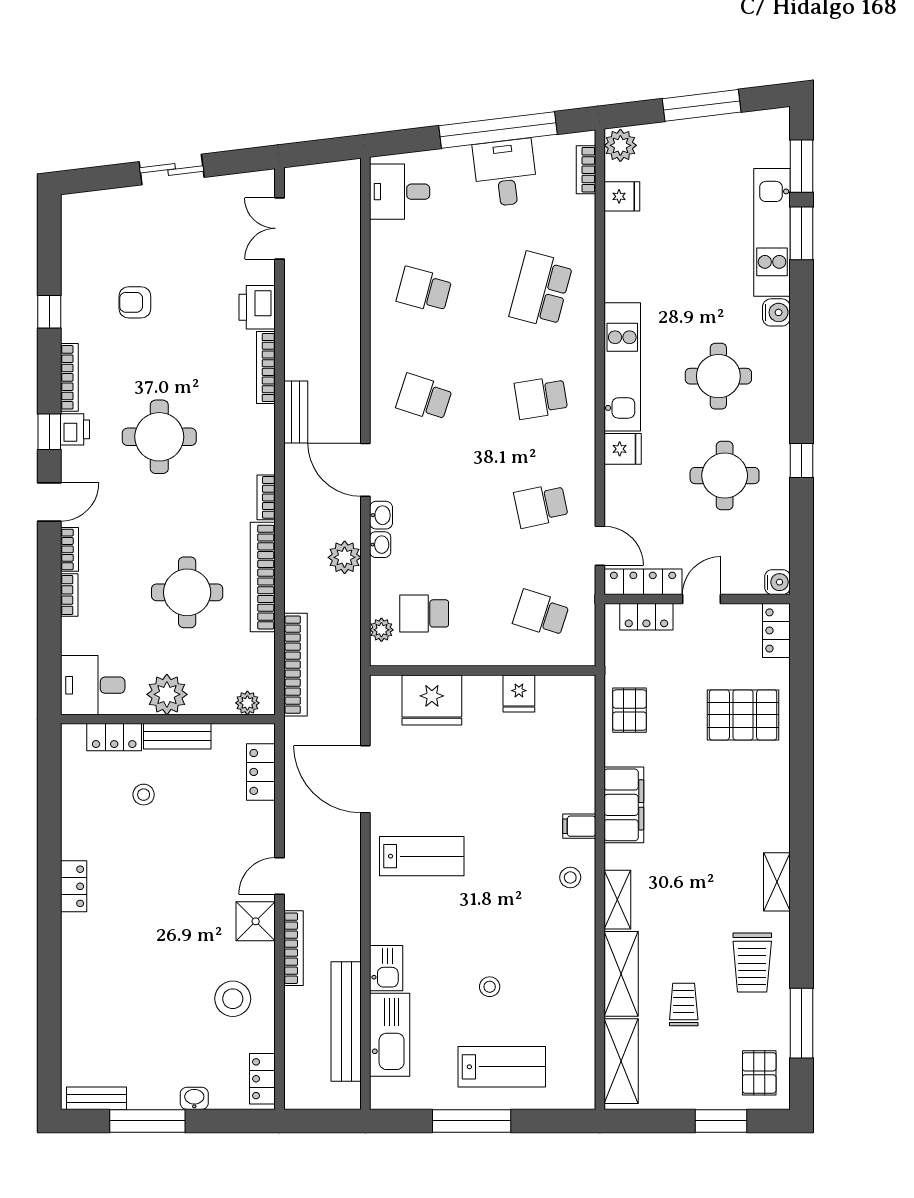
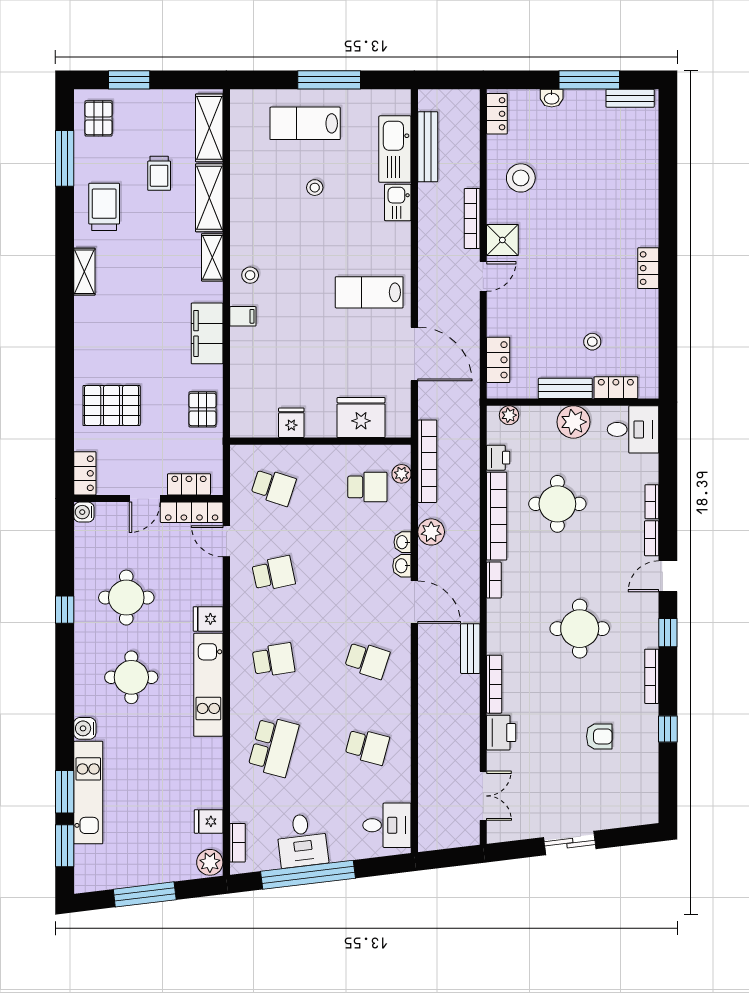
printer: (75, 429) -> (498, 458), moved, turned 180
bookcase: (296, 665) -> (427, 461), moved, turned 180
bench: (346, 1021) -> (428, 147), width x0.73, depth x0.82

